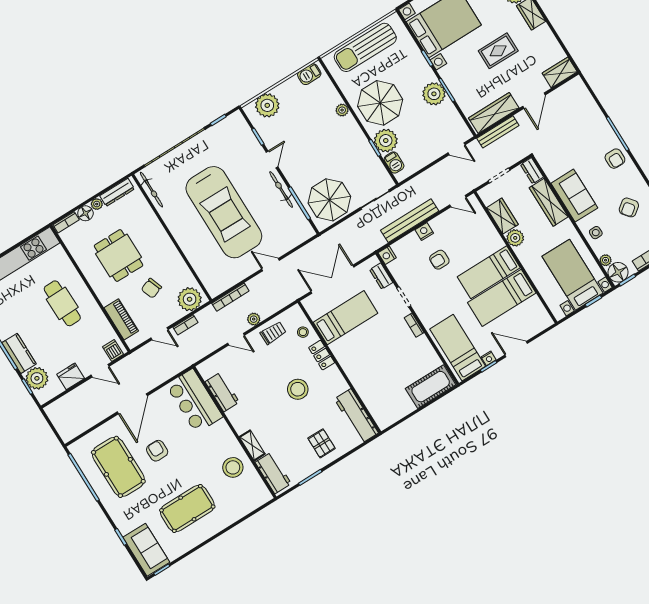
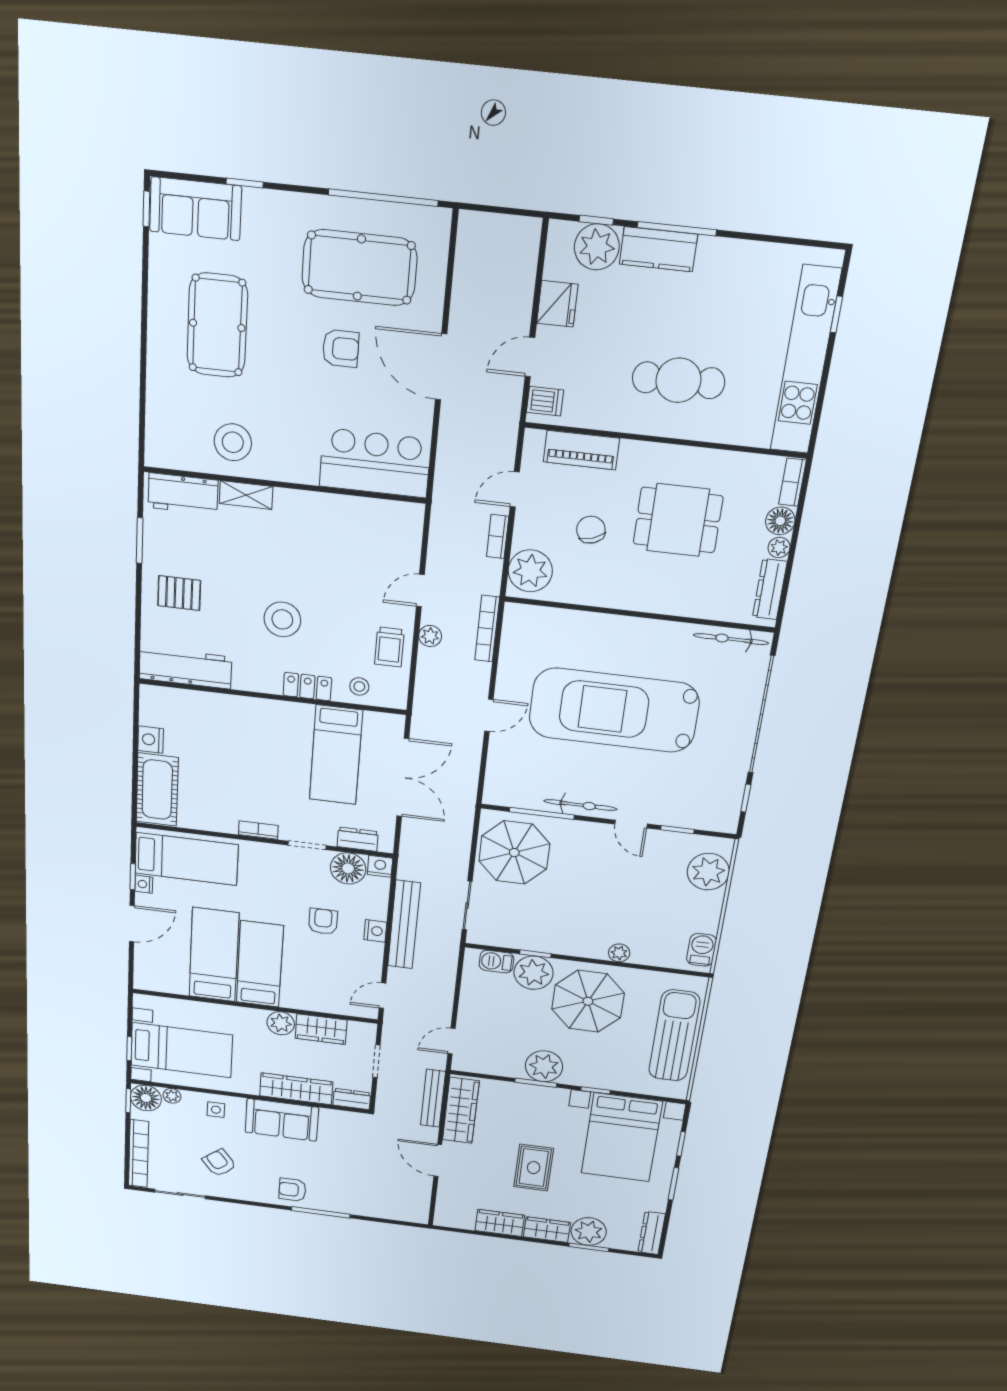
wardrobe: (560, 72) -> (500, 1223), moved, turned -90
floor lamp: (401, 269) -> (348, 868), added
workbench: (222, 392) -> (358, 513), removed
nightstand: (406, 407) -> (151, 740), added

